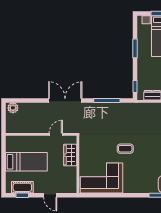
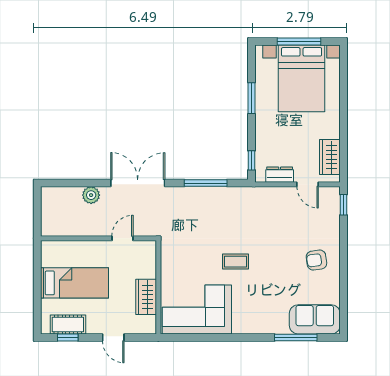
plant: (13, 108) -> (91, 195), moved
wardrobe: (70, 155) -> (146, 297), moved

